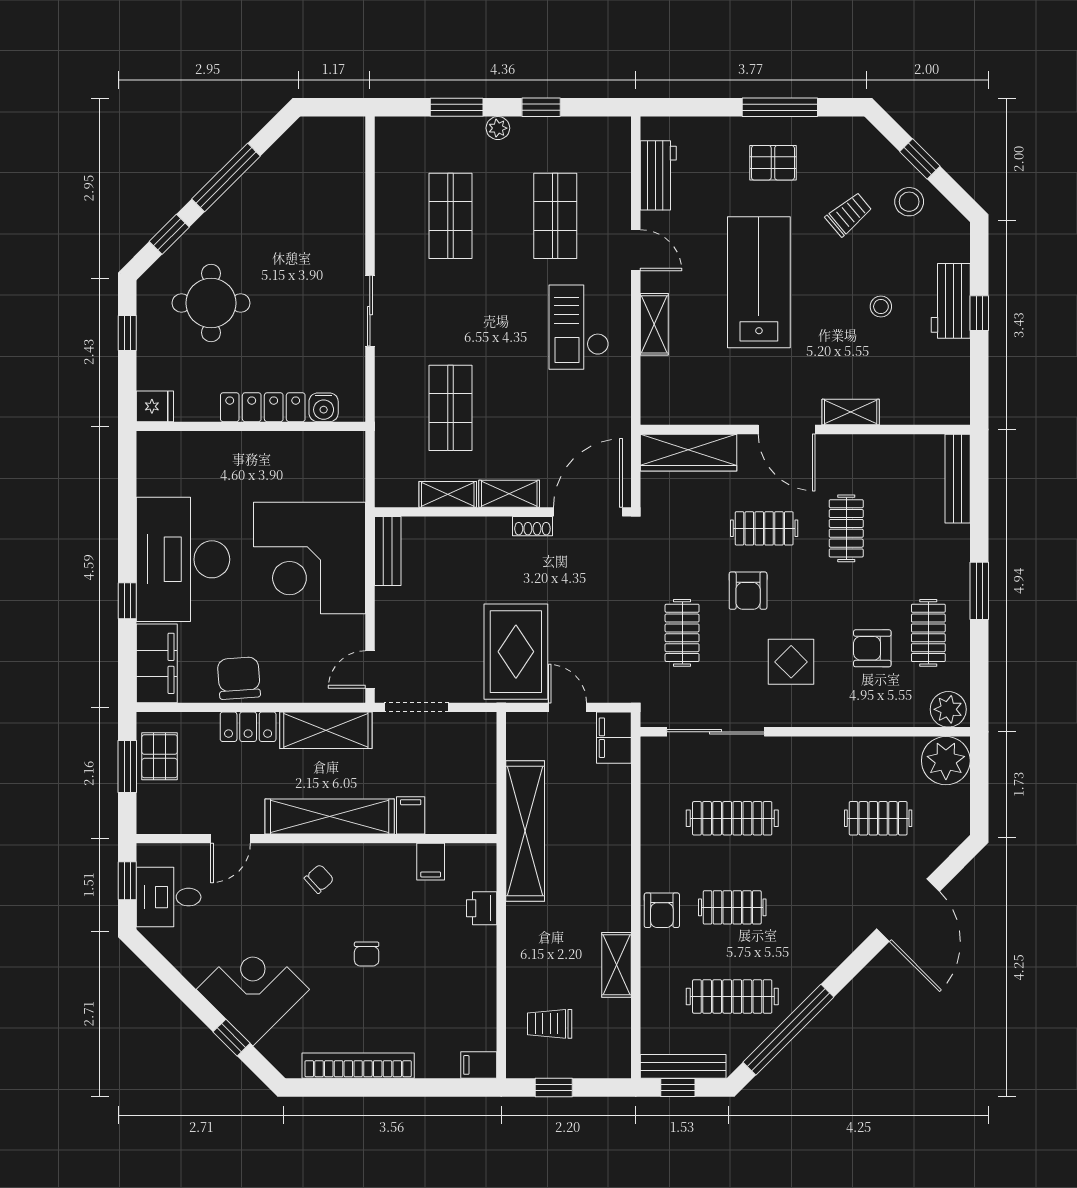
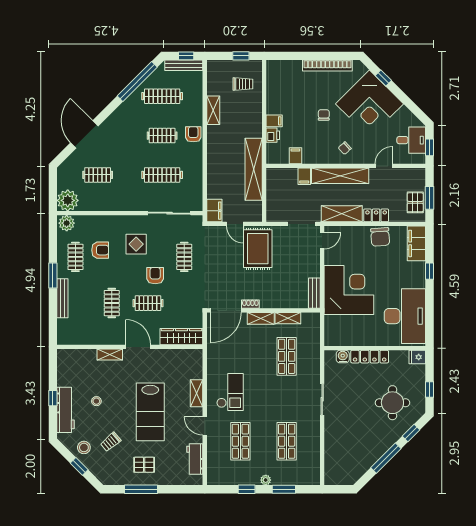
workbench: (951, 301) -> (66, 410), width x1.38
bench: (958, 479) -> (62, 298), moved
desk: (183, 559) -> (405, 316), moved
corner desk: (253, 989) -> (369, 104), width x1.36, depth x1.36
filing cabinet: (479, 1065) -> (274, 121), moved

